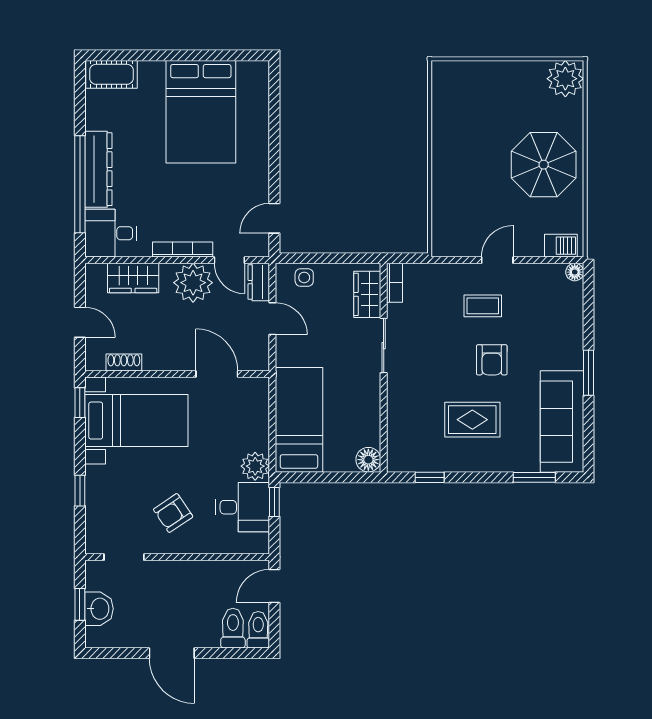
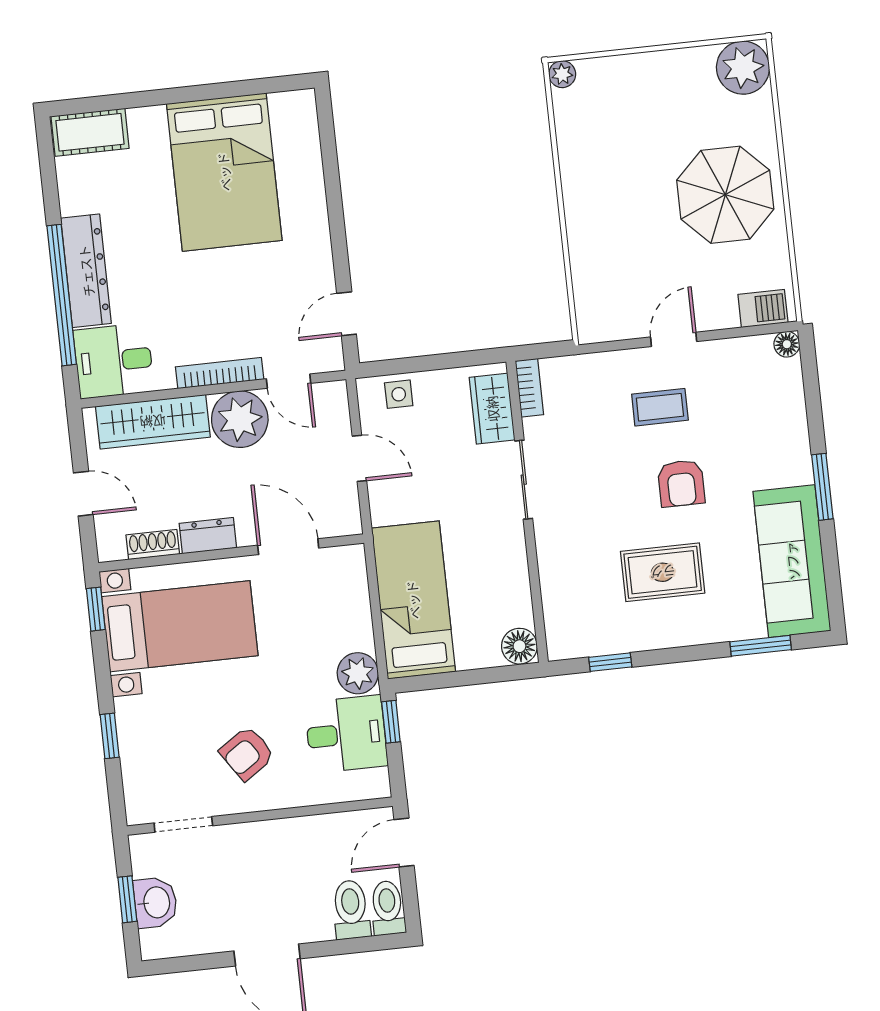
plant: (440, 70) -> (562, 74), added
wardrobe: (133, 278) -> (153, 422), width x1.50
dresser: (259, 282) -> (208, 536), moved, turned 90

